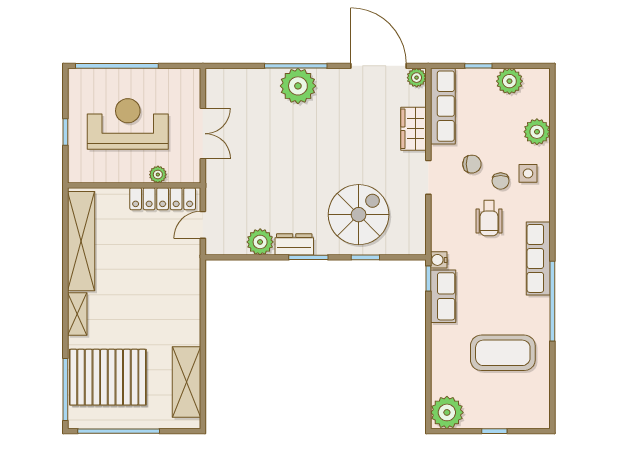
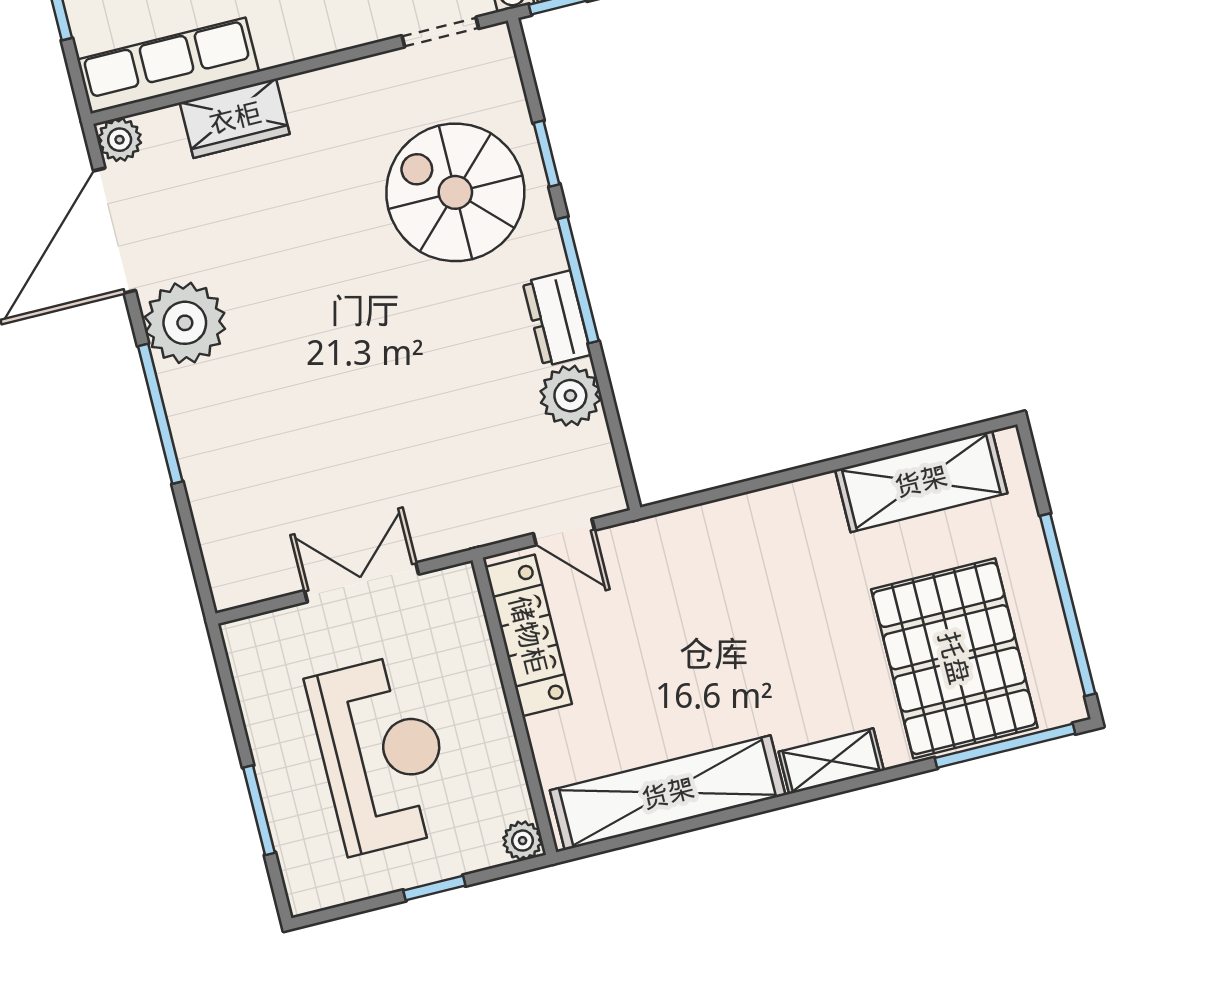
window: (117, 66) -> (259, 810), width x0.47
plant: (298, 86) -> (185, 323), moved
reception desk: (128, 124) -> (382, 754), turned 180
plant: (158, 175) -> (523, 841), moved
doorway: (428, 177) -> (440, 32), moved
window: (308, 257) -> (578, 280), width x1.44

